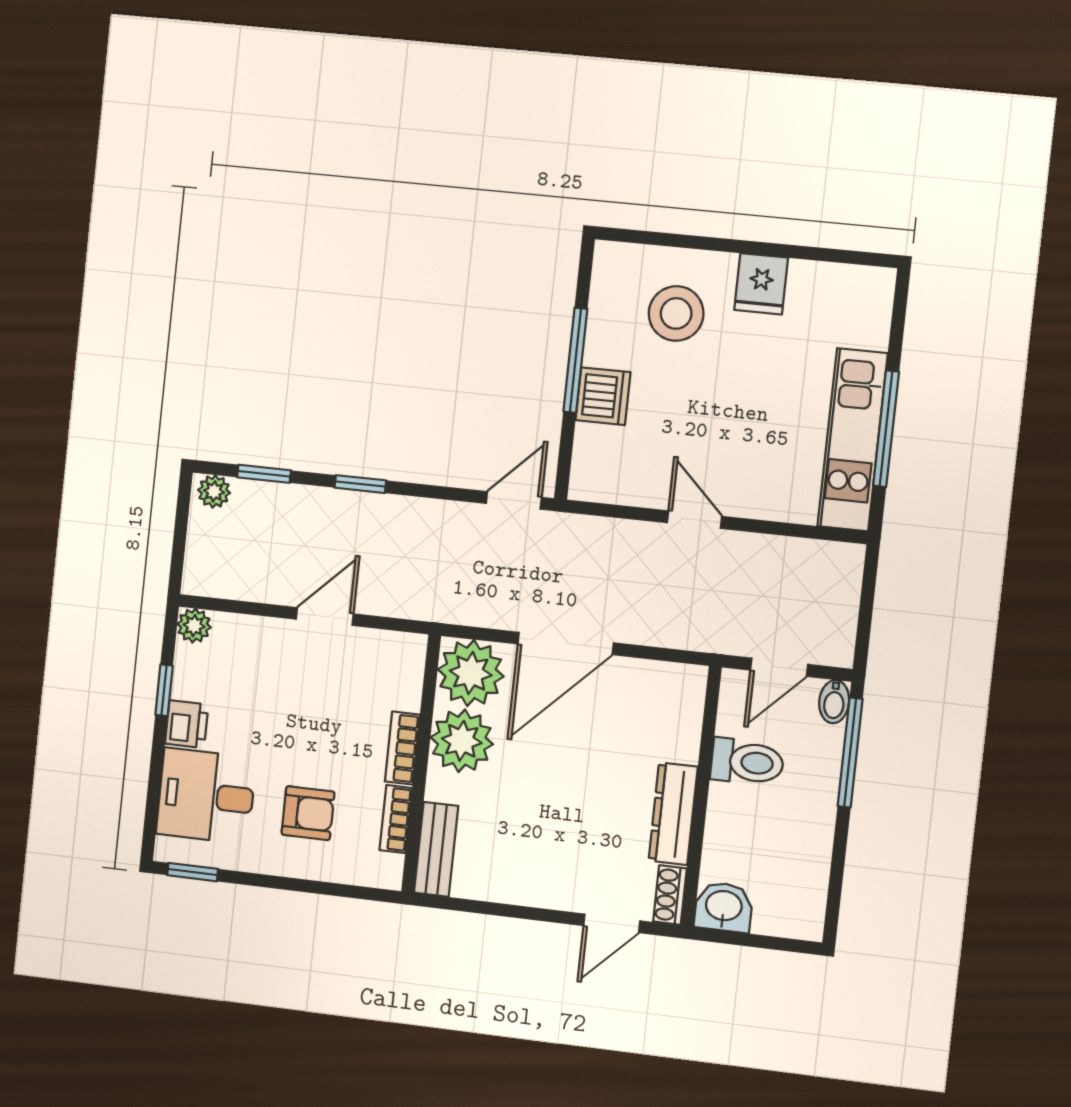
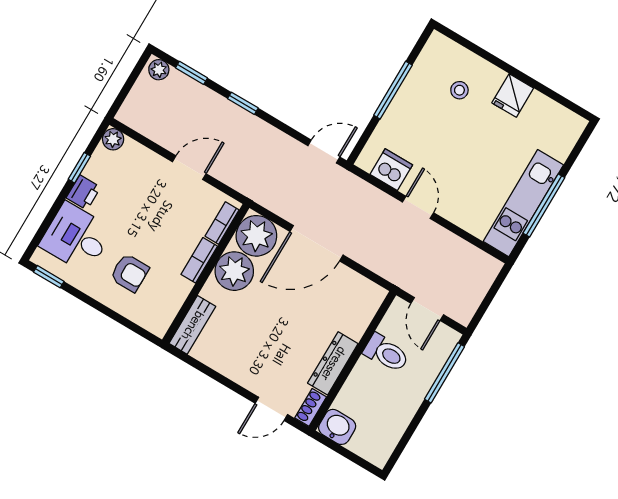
stool: (676, 313) -> (459, 90), width x0.53, depth x0.53
dishwasher: (603, 396) -> (391, 170), moved, turned -90
door: (779, 667) -> (427, 309), hinge flipped
bidet: (834, 702) -> (449, 341), removed
bookcase: (396, 819) -> (222, 223), moved

